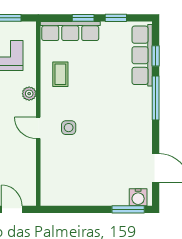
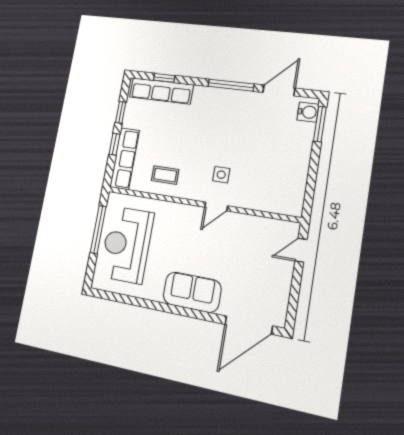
plant: (29, 94) -> (179, 210), removed
window: (156, 98) -> (231, 85), moved

